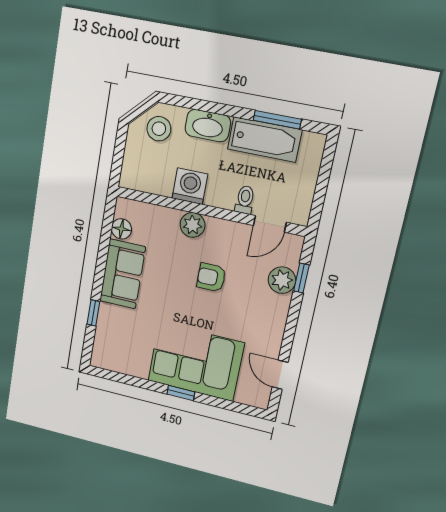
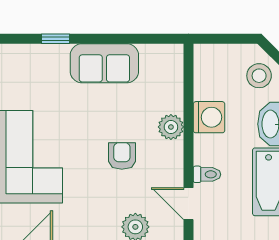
floor lamp: (121, 229) -> (151, 54), removed

